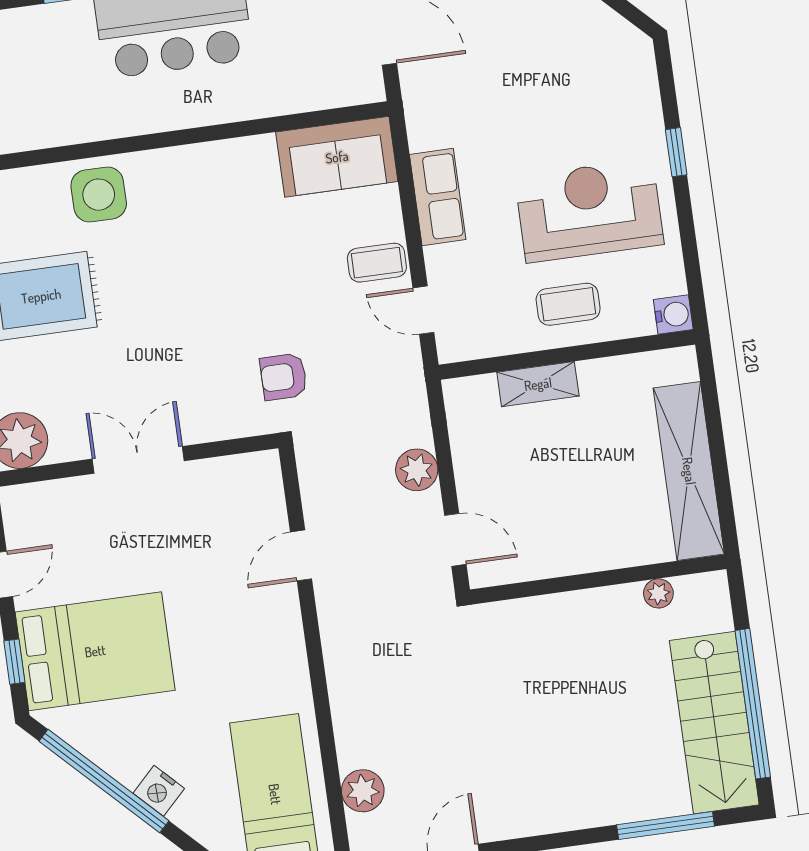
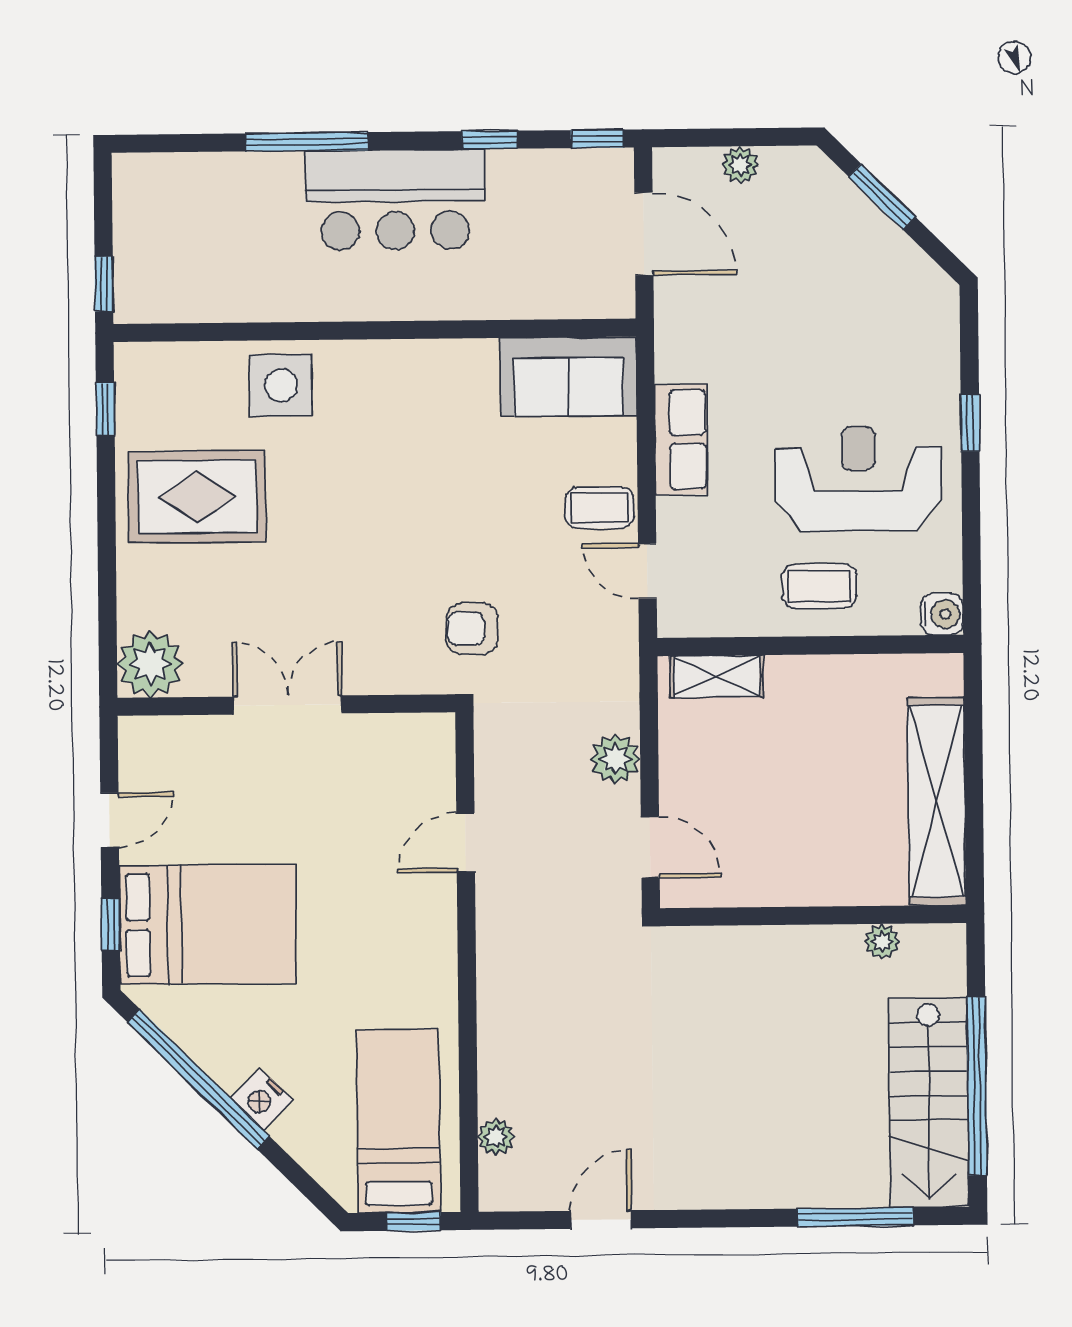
shelving: (538, 384) -> (717, 676), moved
plant: (363, 791) -> (496, 1137), width x0.73, depth x0.73

